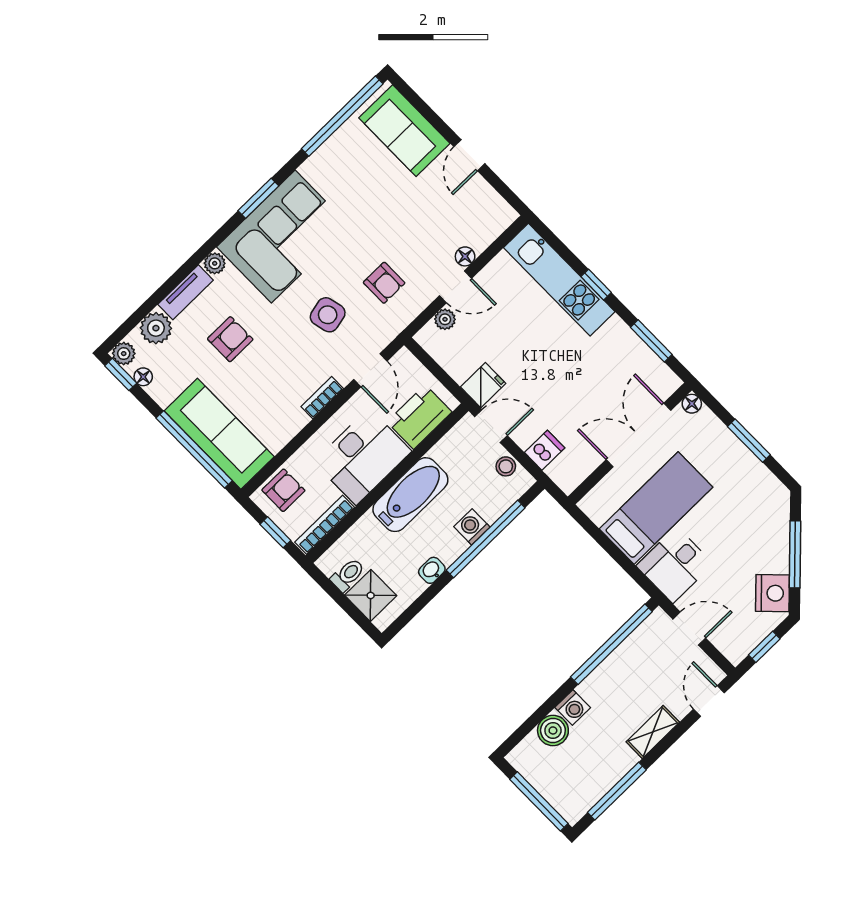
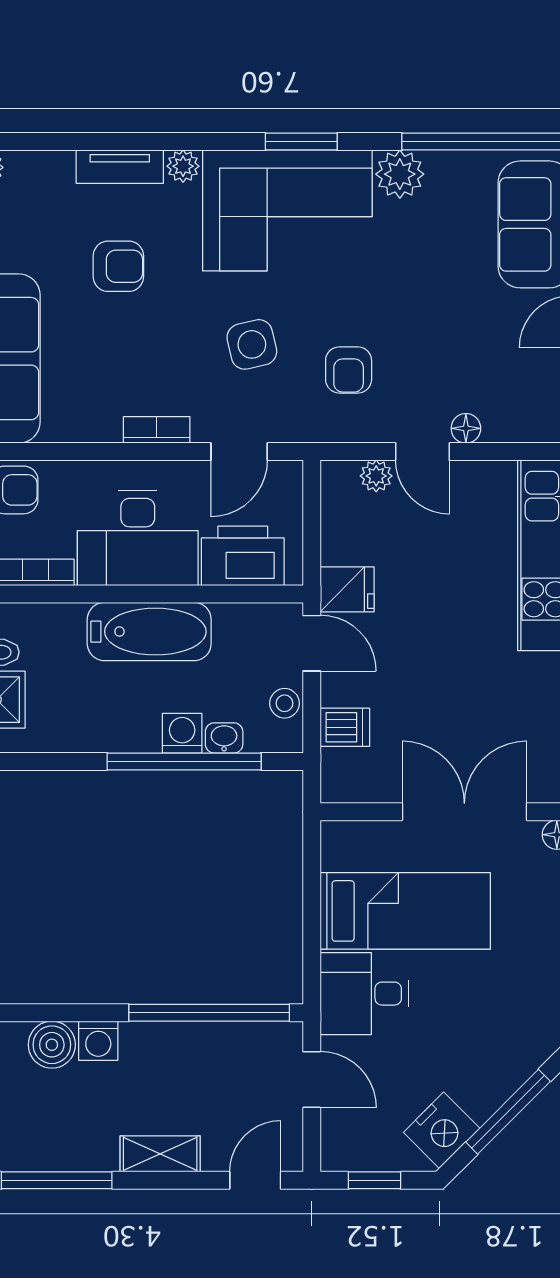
plant: (156, 328) -> (400, 174), moved
washbasin: (432, 570) -> (224, 738), moved

